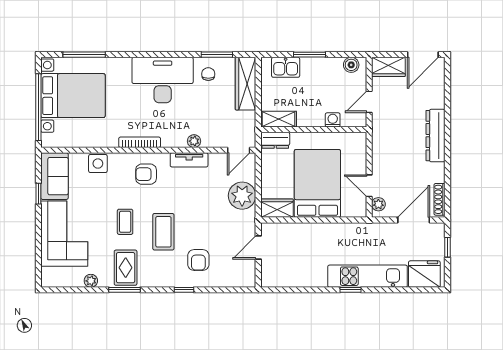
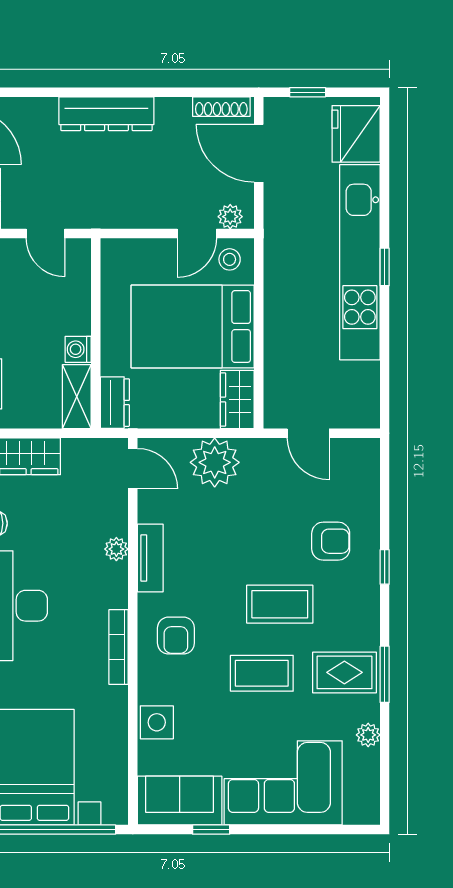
washing machine: (333, 120) -> (78, 349), moved
stool: (355, 204) -> (230, 259), added
coffee table: (125, 222) -> (262, 673), width x1.36, depth x1.30
kitchen unit: (368, 276) -> (360, 262), width x1.36

